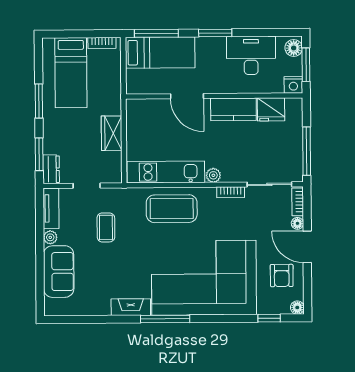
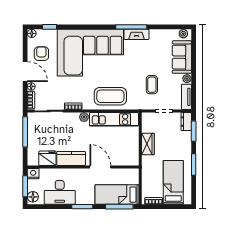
plant: (57, 309) -> (183, 34), added
window: (165, 319) -> (131, 27), moved

